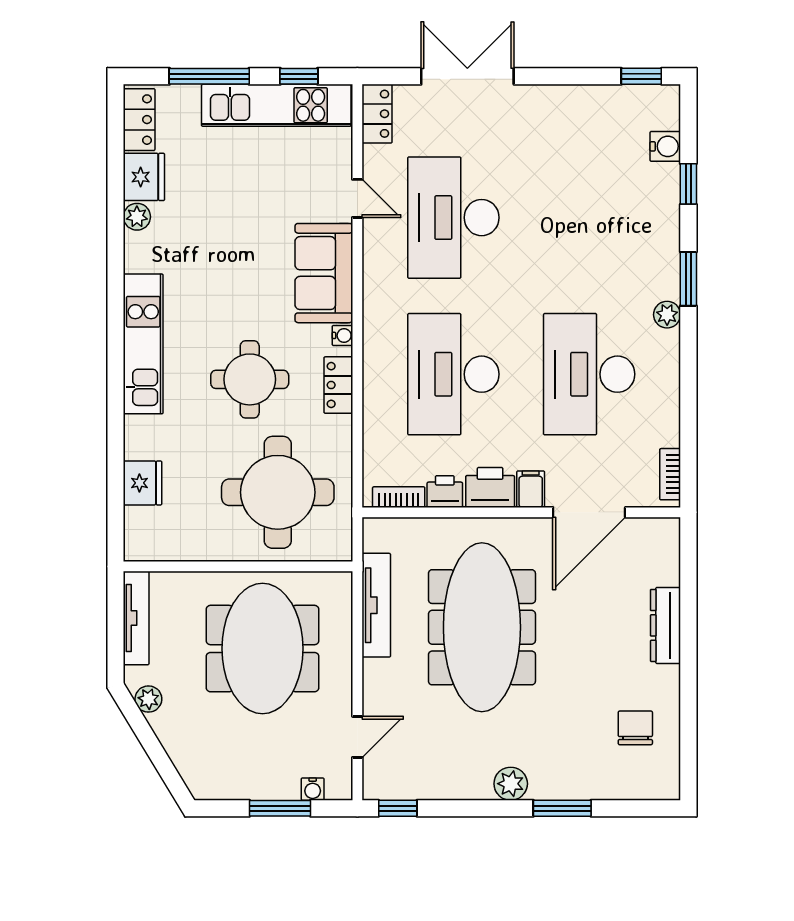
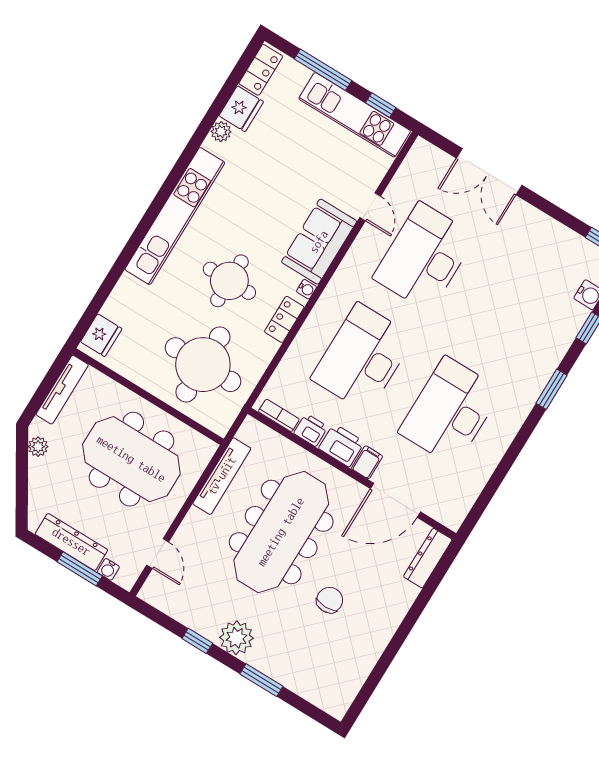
double door: (467, 76) -> (489, 172), swing flipped
locker: (377, 114) -> (416, 160), removed
plant: (667, 315) -> (524, 404), removed
kitchen unit: (143, 344) -> (175, 216), width x1.36
bookcase: (670, 474) -> (463, 508), removed
fridge: (143, 483) -> (101, 335), moved
dresser: (665, 625) -> (428, 558), moved
meeting table: (262, 649) -> (131, 459), turned 90
chair: (635, 728) -> (330, 600), moved
door: (357, 737) -> (158, 553), hinge flipped
dresser: (252, 784) -> (71, 542), added
plant: (511, 784) -> (236, 638), width x1.36, depth x1.36
window: (398, 808) -> (197, 641), moved

